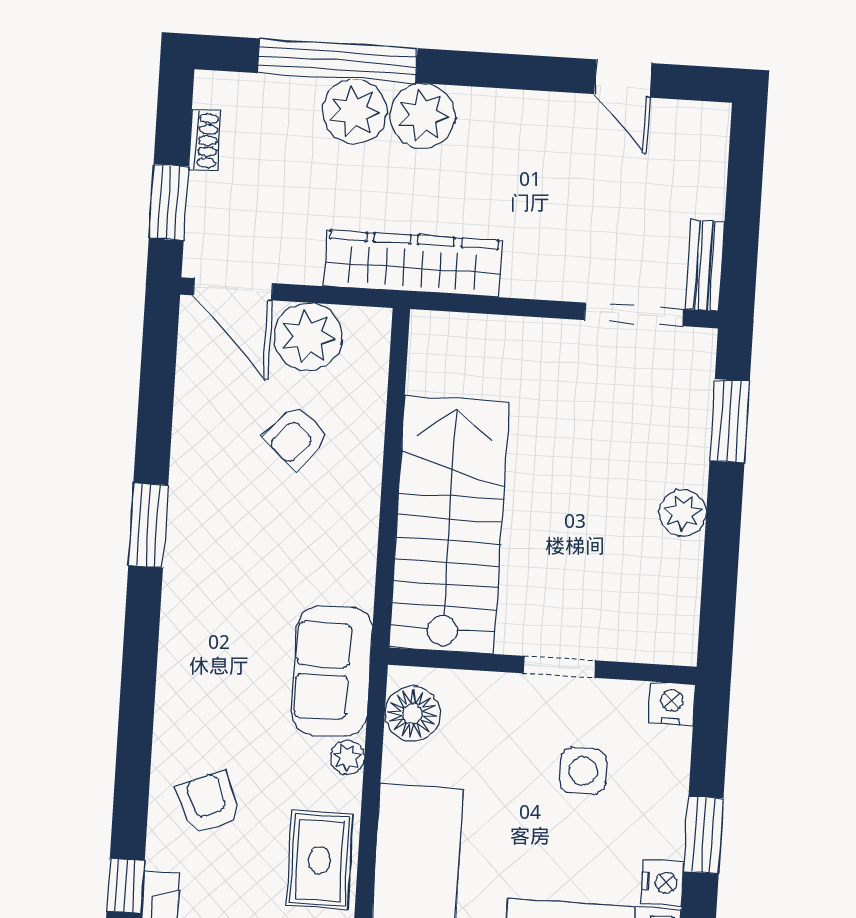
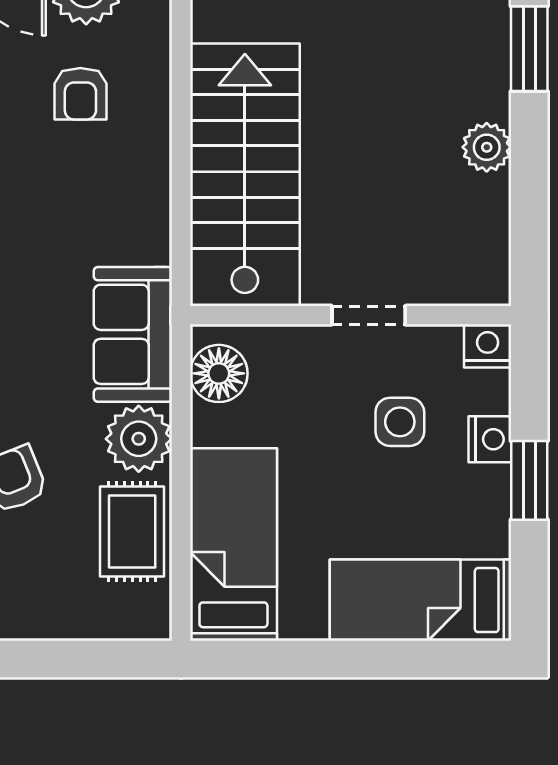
armchair: (296, 437) -> (80, 94), turned -43
plant: (347, 758) -> (139, 439), width x1.88, depth x1.88
nightstand: (663, 883) -> (490, 439), moved

